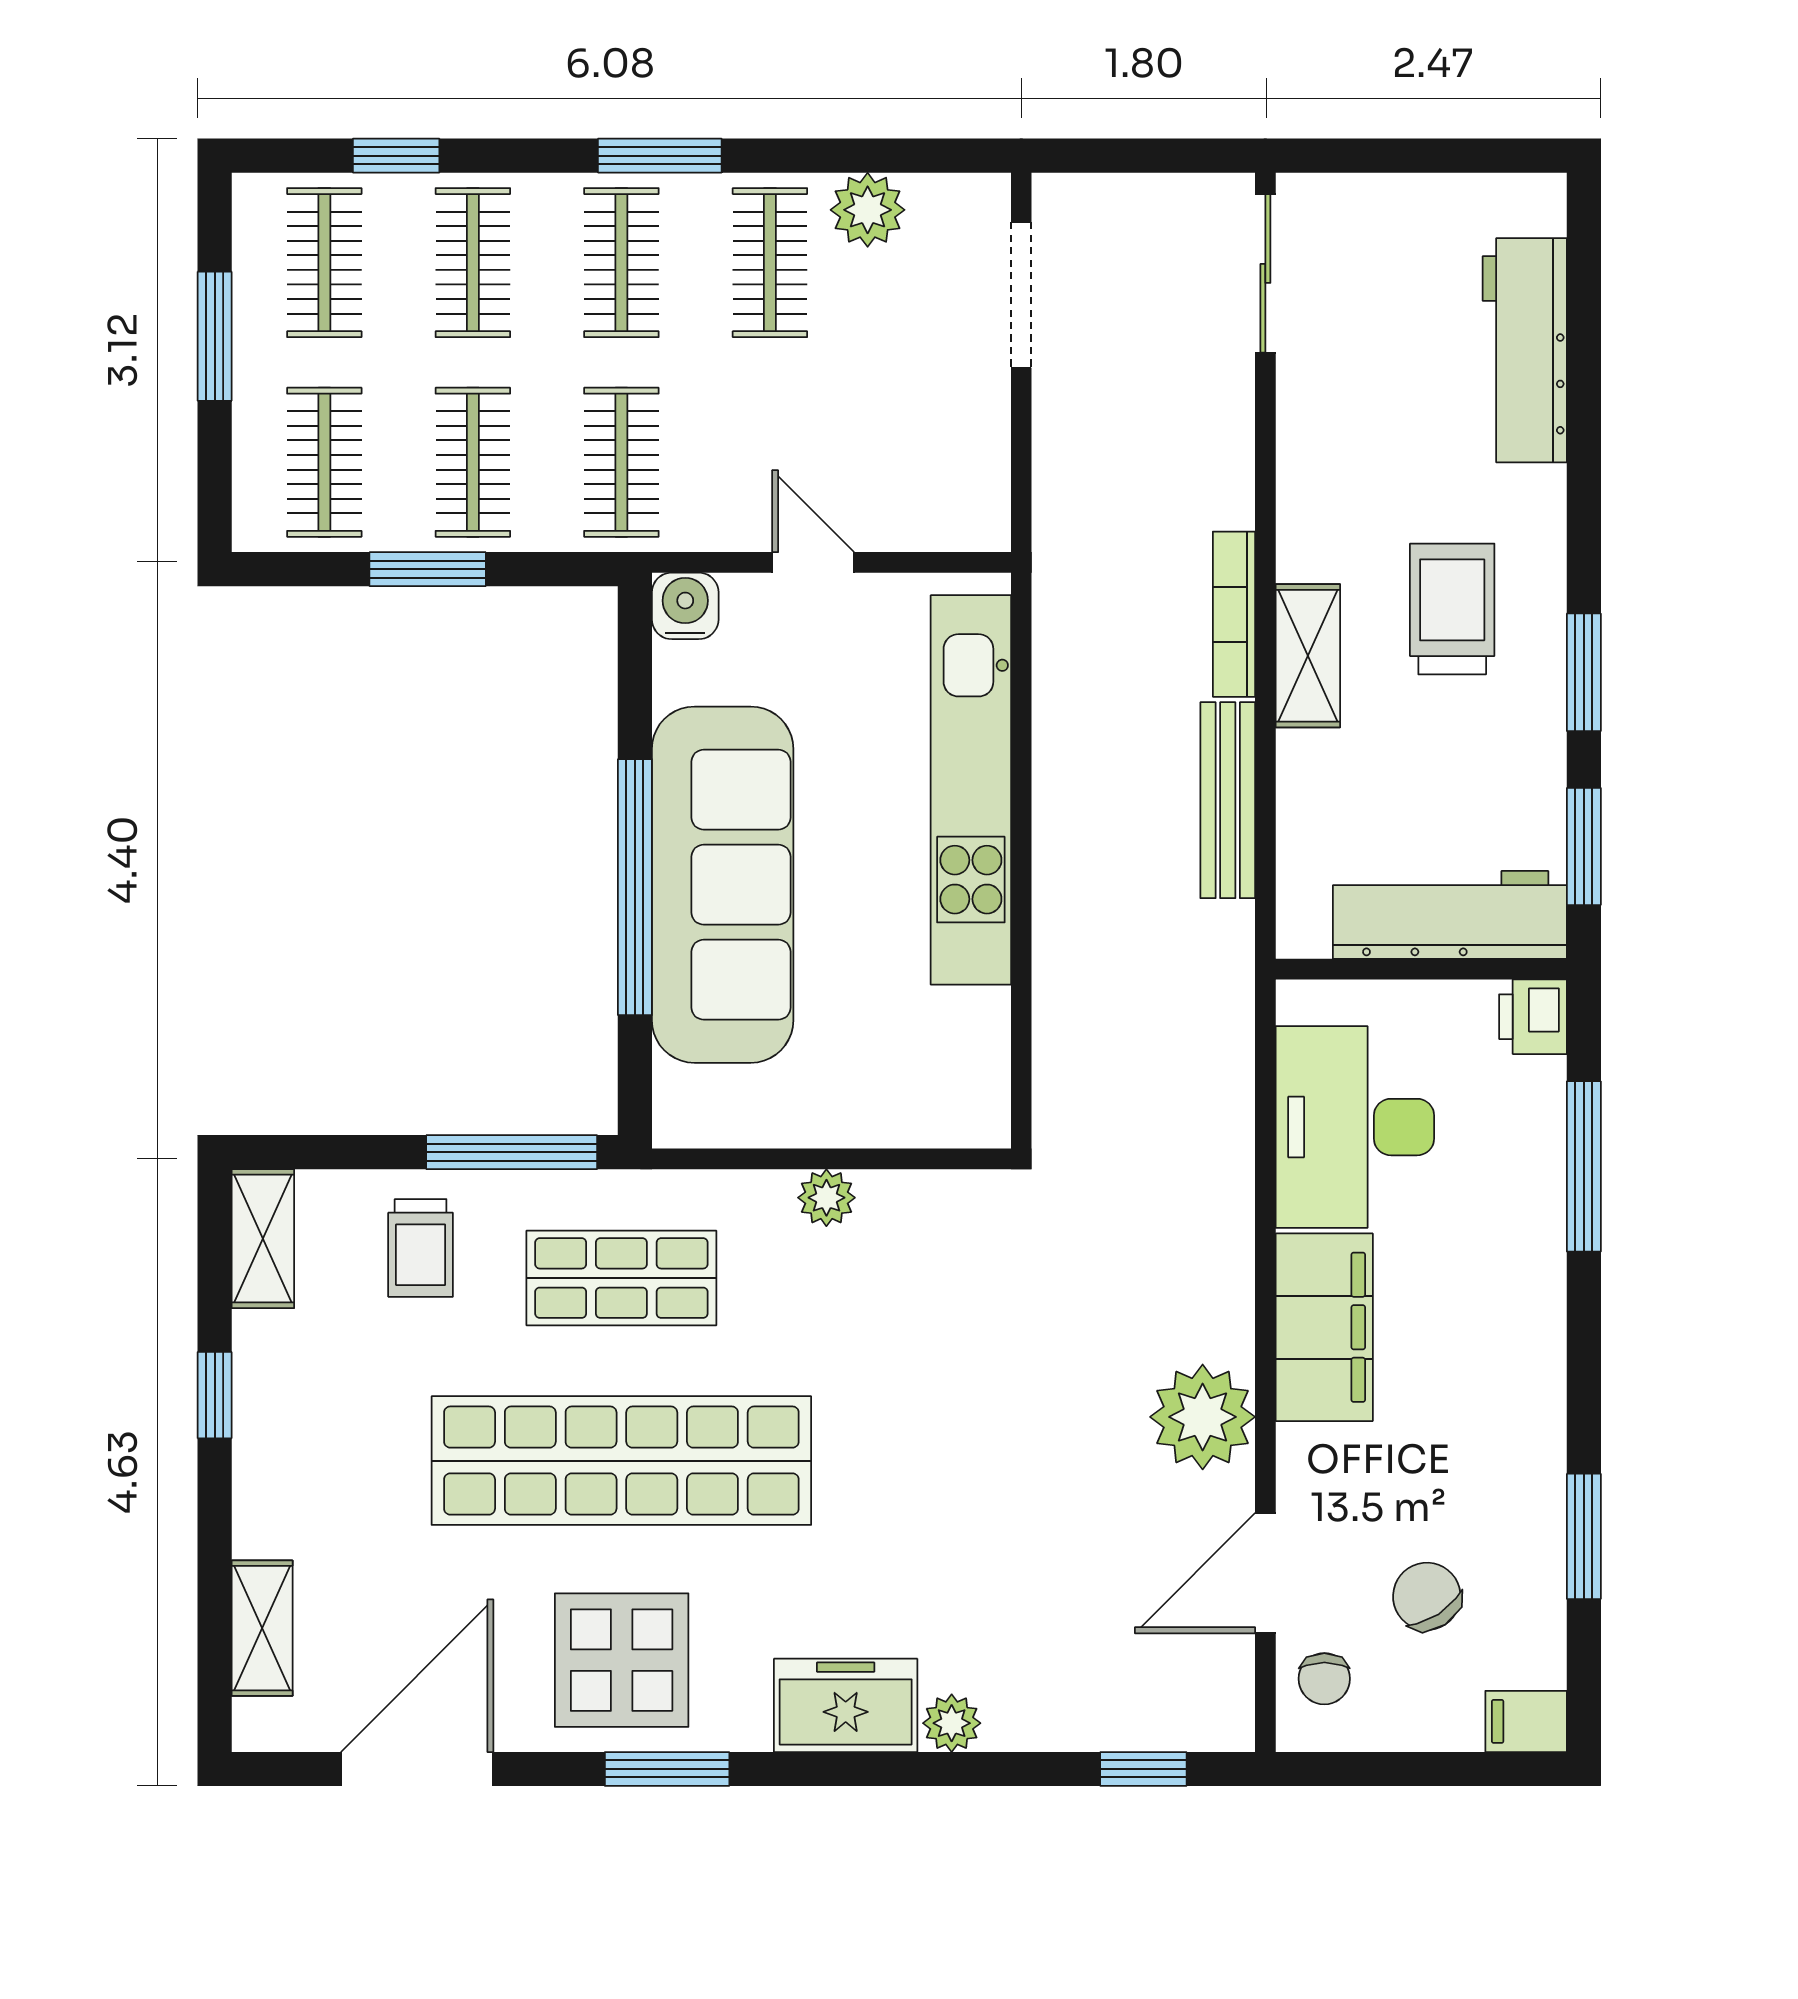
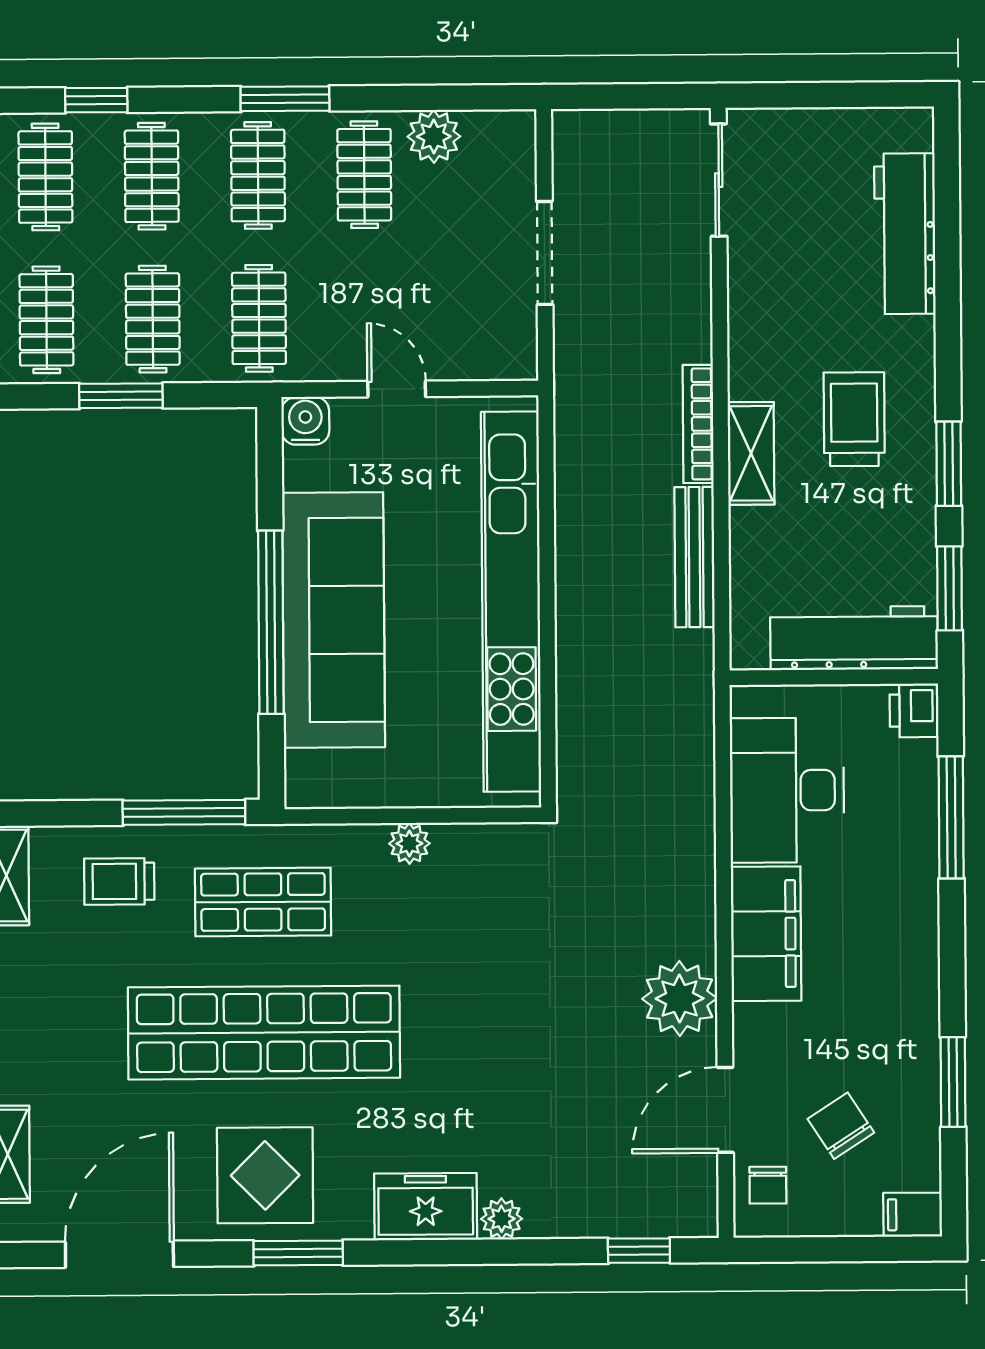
doorway: (1021, 295) -> (545, 253), moved
kitchen unit: (971, 790) -> (511, 602), width x1.36
trolley: (421, 1248) -> (119, 881), turned 90

